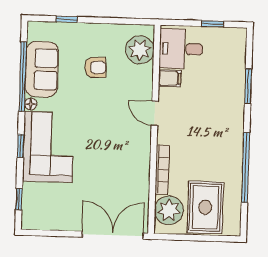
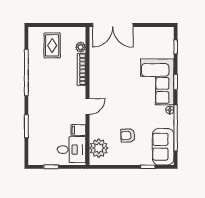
sofa: (42, 69) -> (163, 147), moved
door: (155, 113) -> (88, 106), hinge flipped
rug: (205, 207) -> (52, 45), width x0.73, depth x0.70
plant: (169, 210) -> (81, 47), width x0.53, depth x0.53

